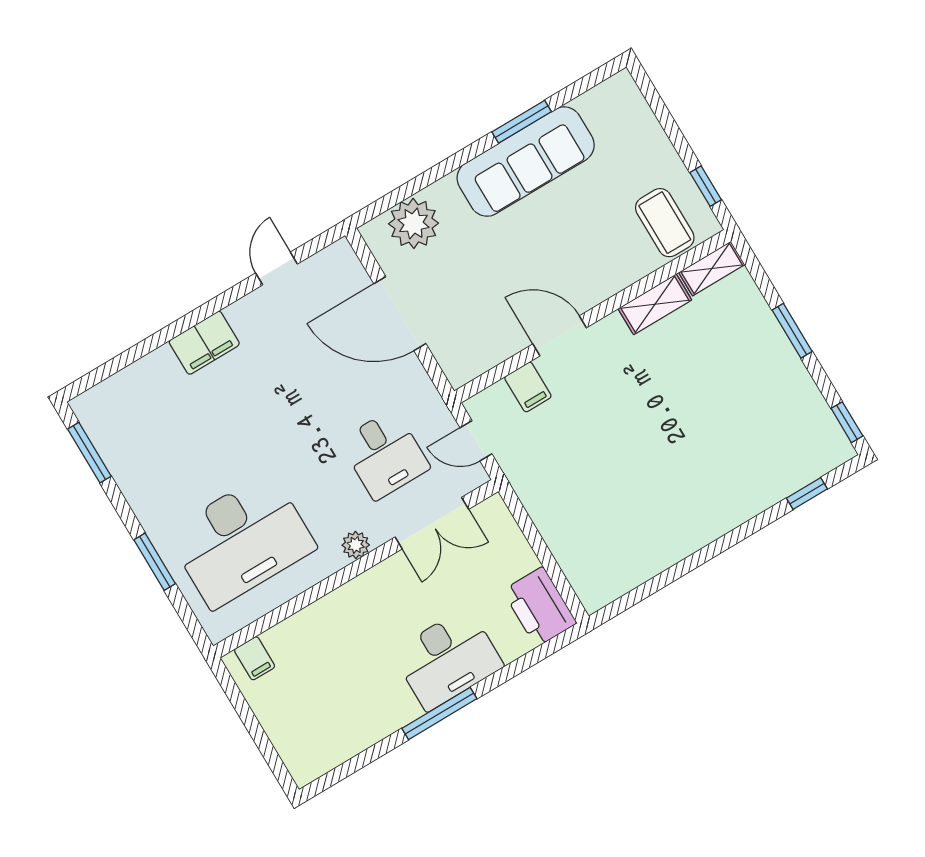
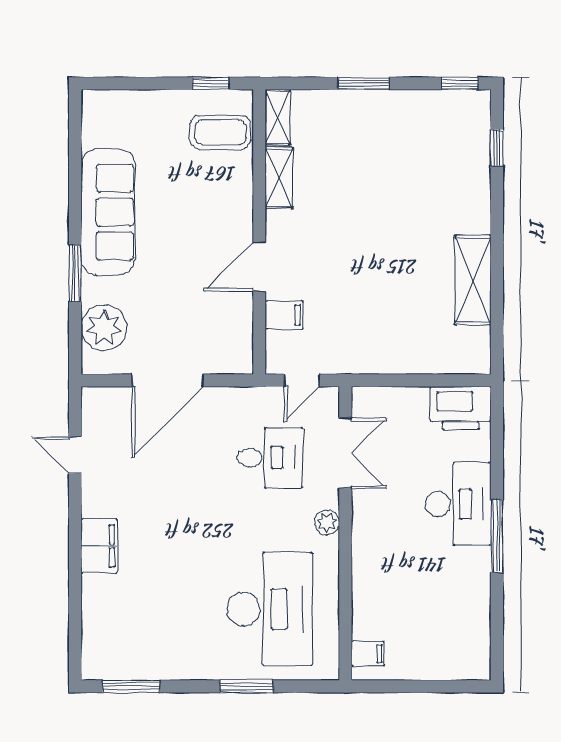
window: (522, 122) -> (75, 273), moved
shelving: (668, 546) -> (473, 280), added

